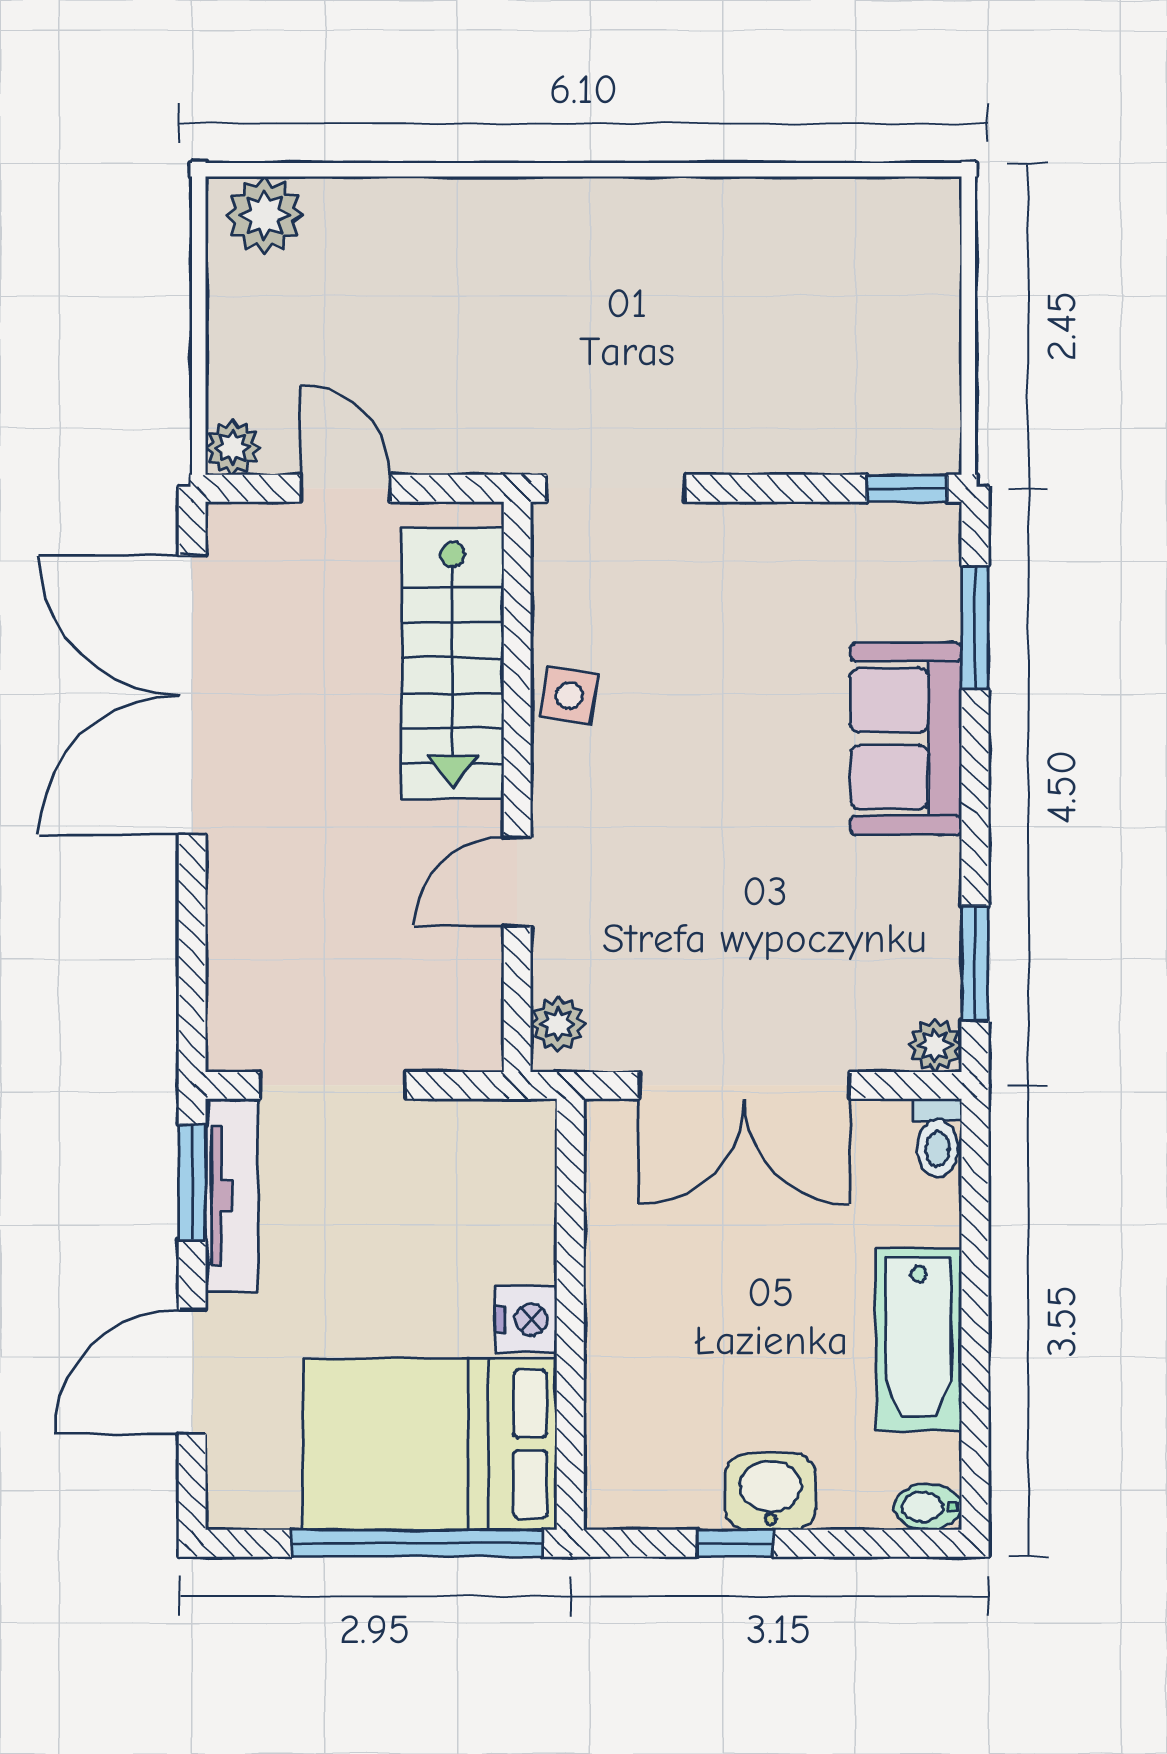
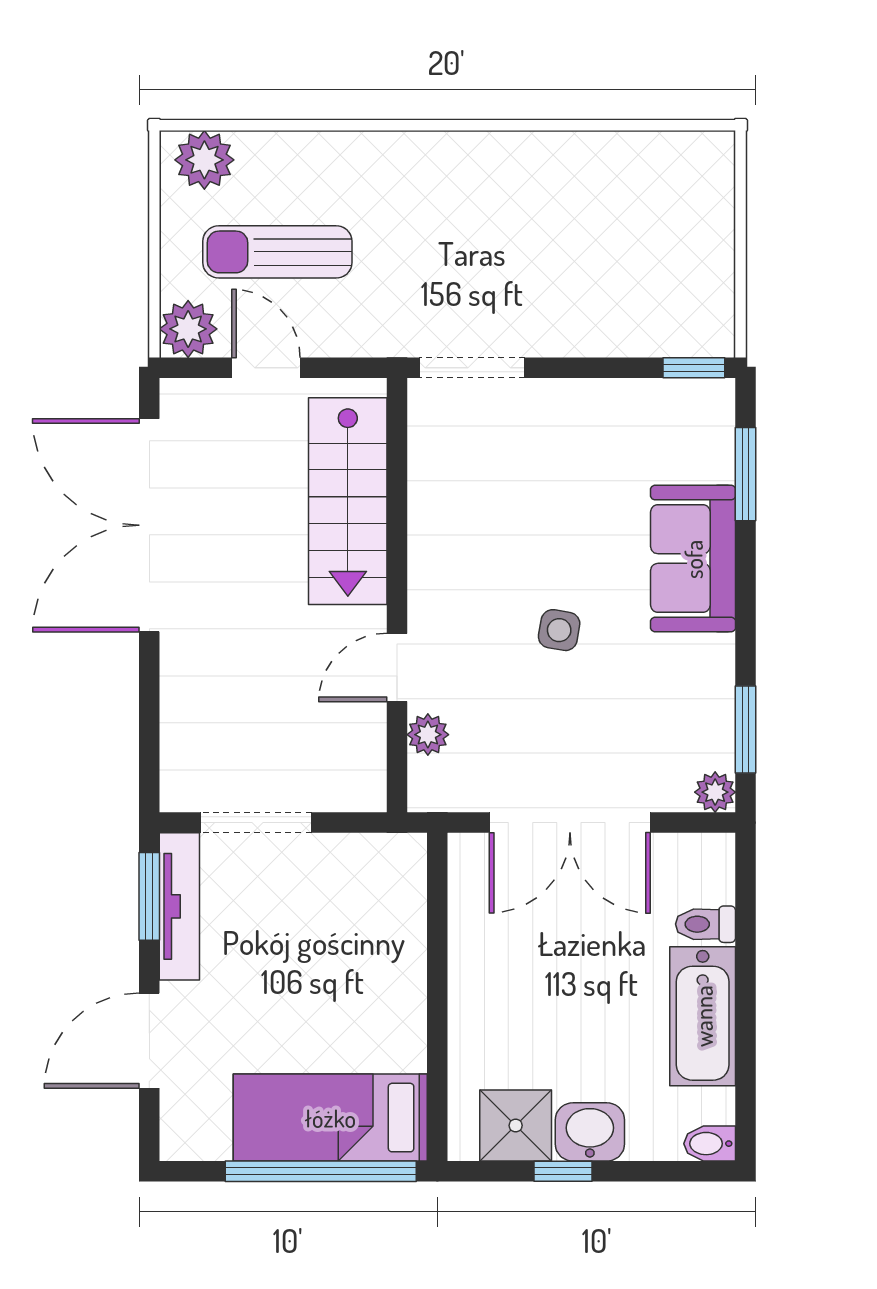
sun lounger: (360, 336) -> (277, 252), added
plant: (233, 448) -> (188, 329), width x1.38, depth x1.38
side table: (569, 696) -> (559, 630), moved
plant: (558, 1024) -> (428, 735), moved
toilet: (938, 1138) -> (706, 924), moved, turned 90
nightstand: (526, 1320) -> (404, 1001), removed
bed: (430, 1444) -> (330, 1118), width x0.67
shower: (673, 1483) -> (516, 1126), added

